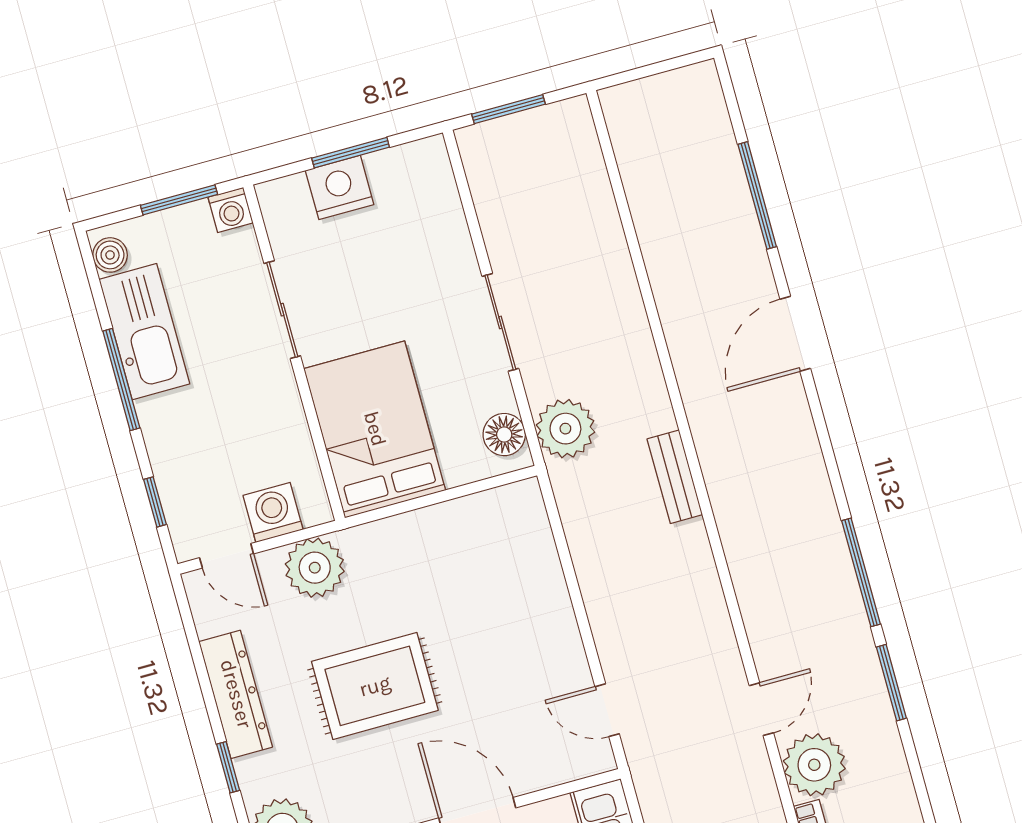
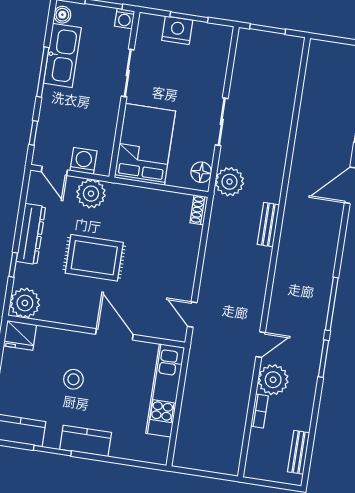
shoe rack: (531, 507) -> (199, 210), added

